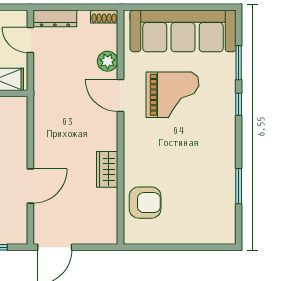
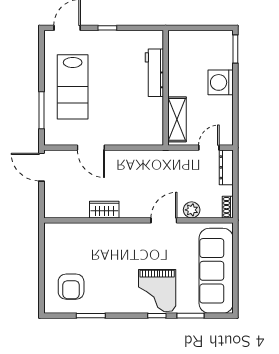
grand piano: (172, 95) -> (157, 291), moved
armchair: (145, 203) -> (71, 287), moved

